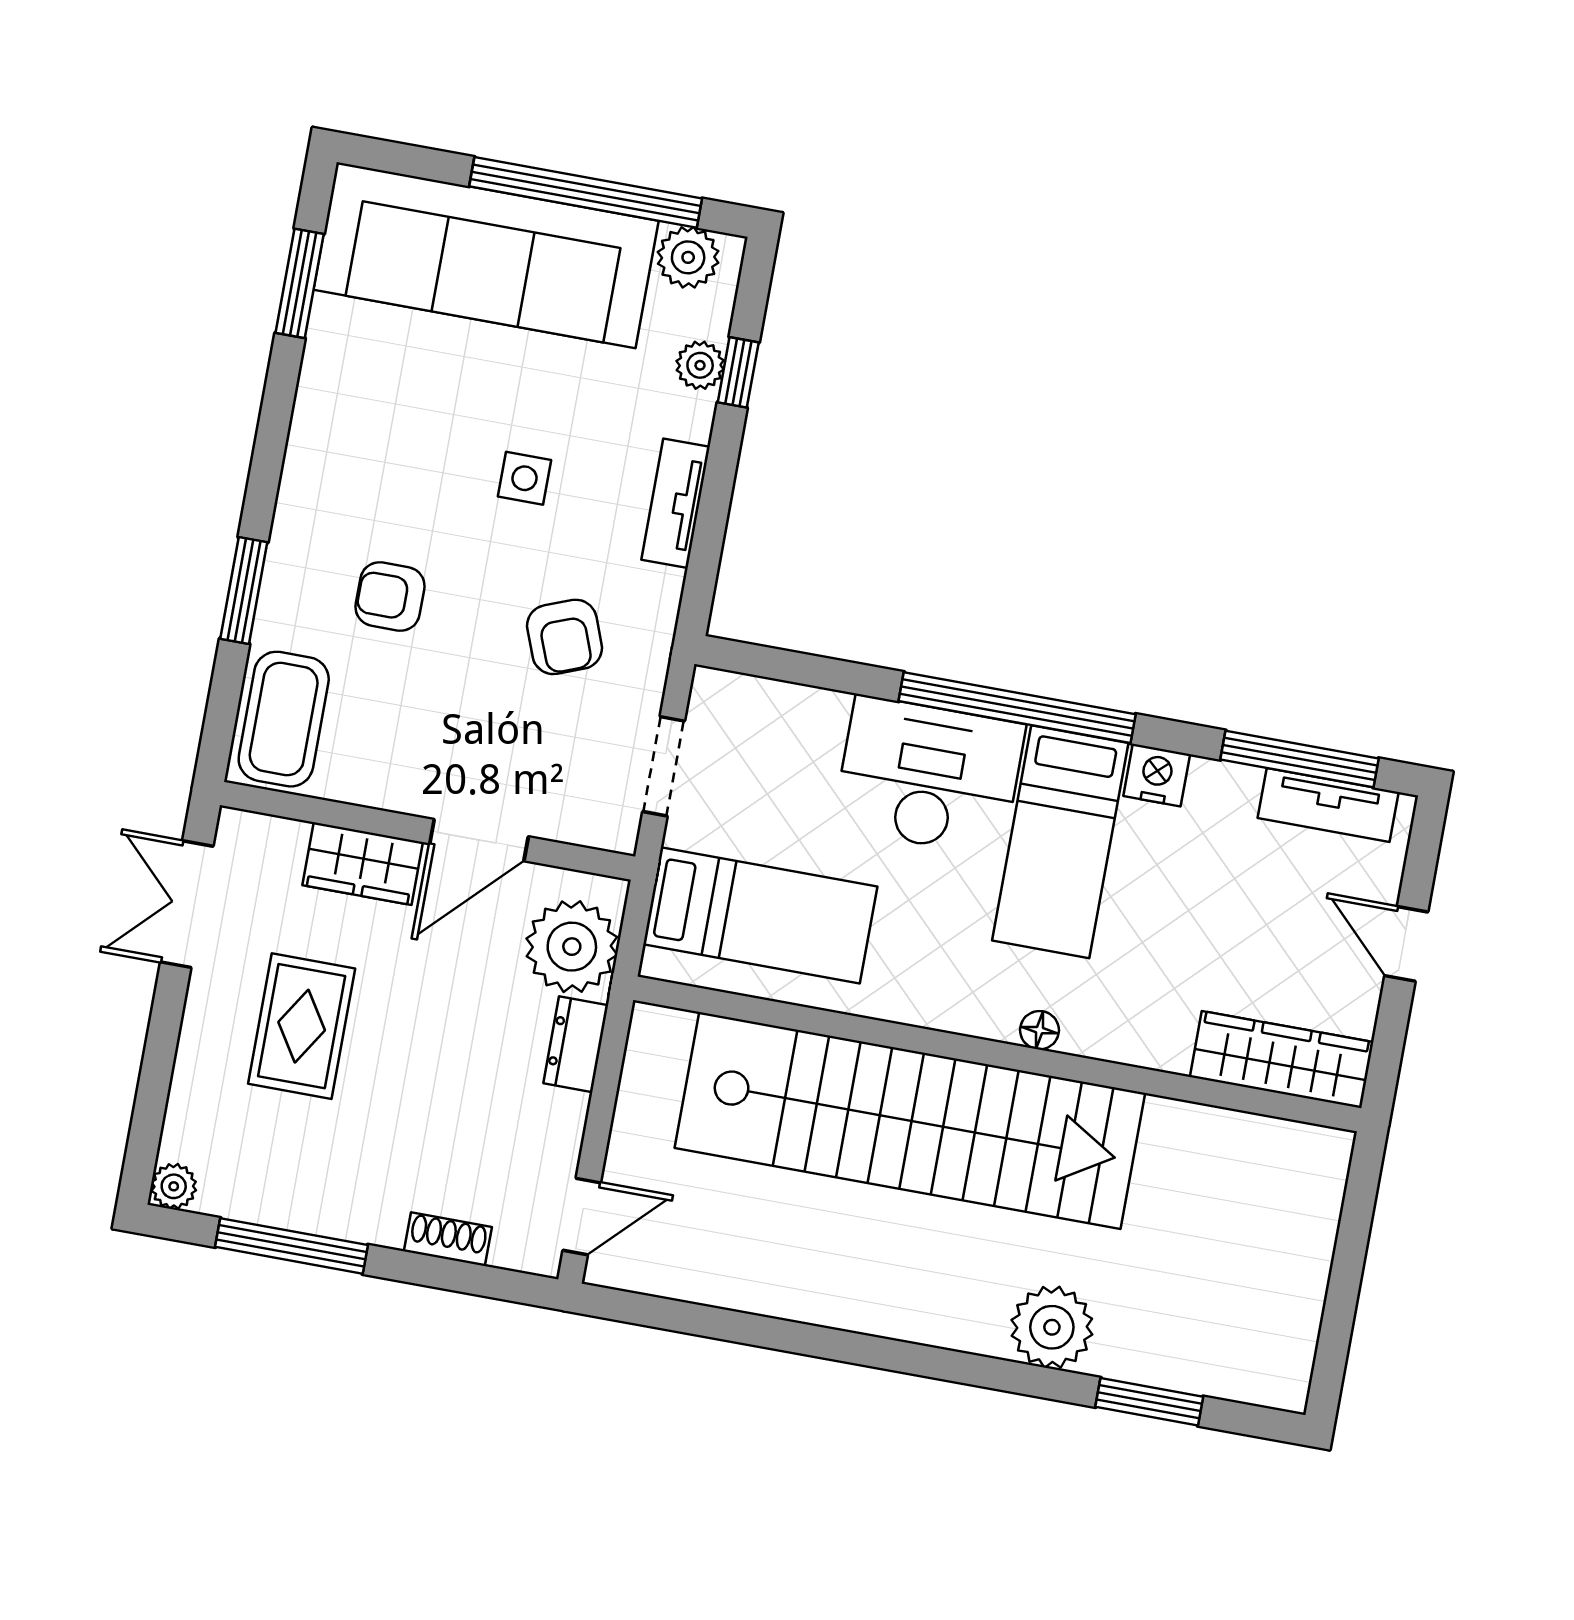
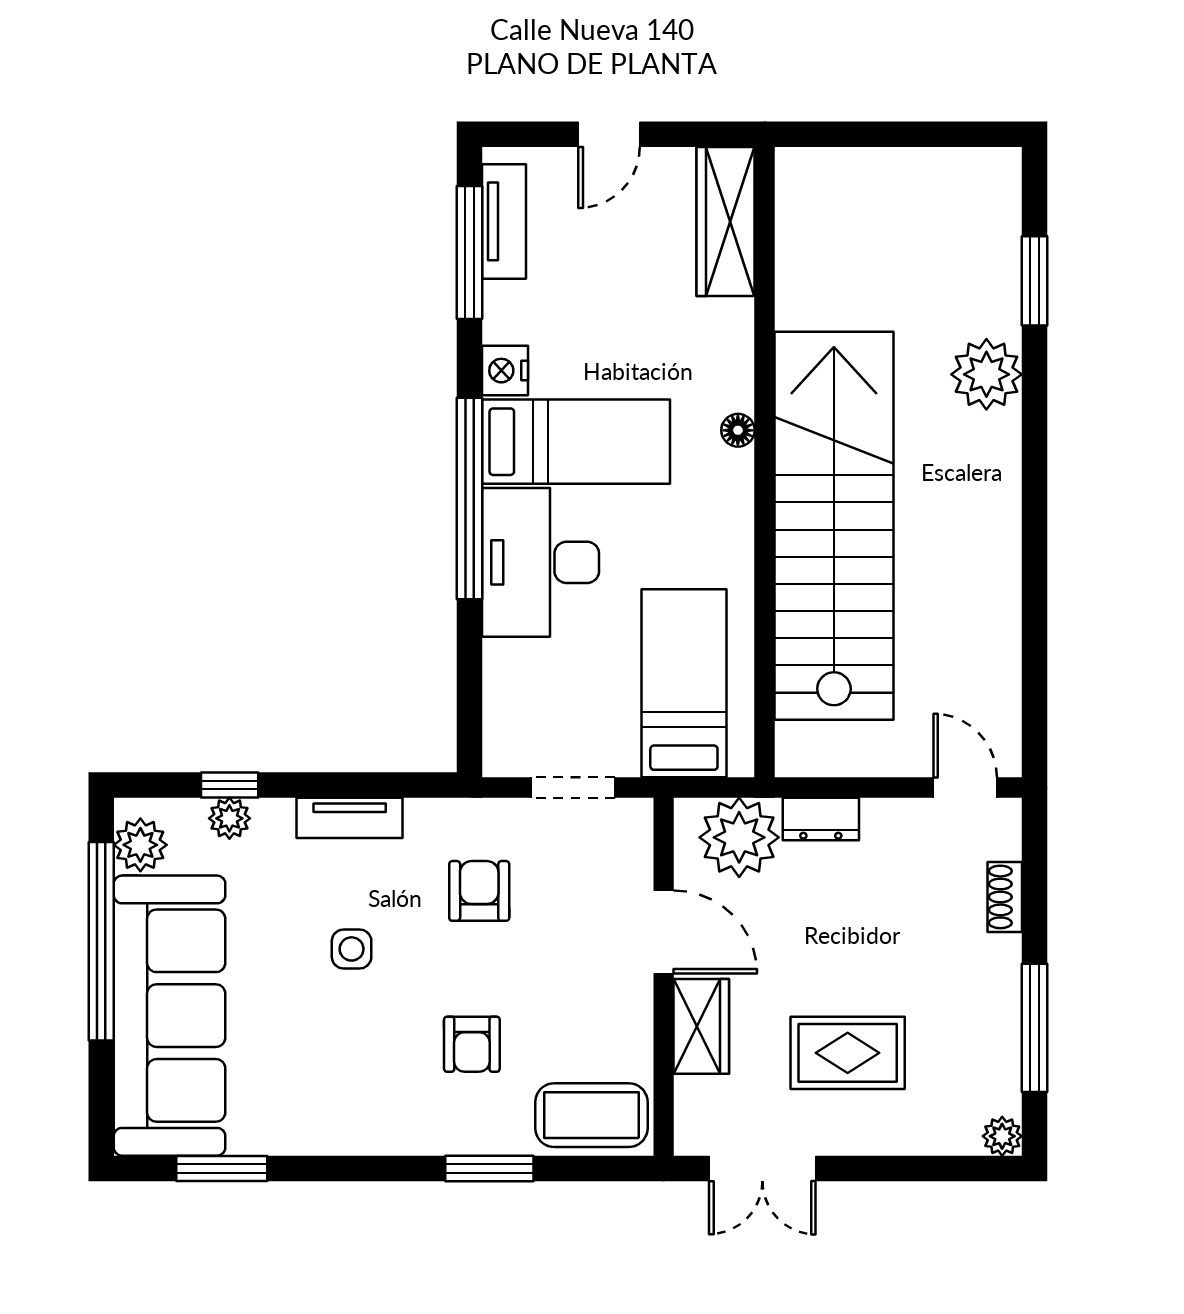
armchair: (565, 637) -> (479, 891), turned -69

